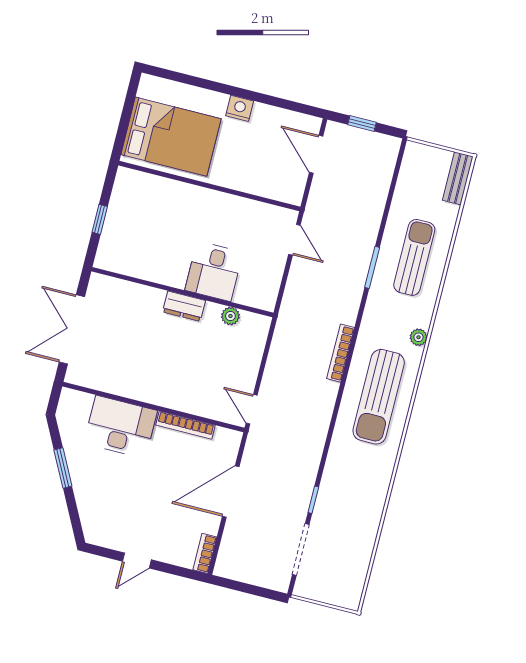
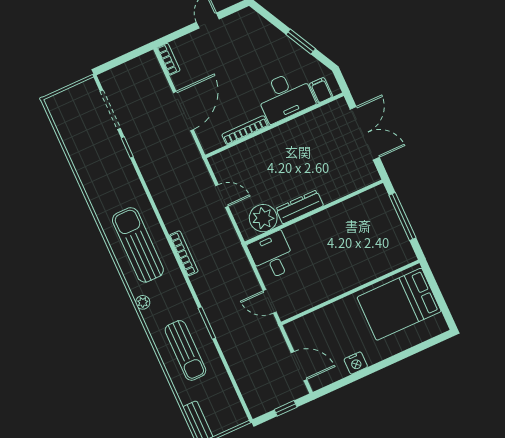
nightstand: (240, 108) -> (356, 363), moved
window: (100, 219) -> (402, 216), width x2.17
desk: (214, 271) -> (272, 256), moved
dresser: (184, 306) -> (300, 207), width x1.44
plant: (230, 316) -> (263, 218), width x1.87, depth x1.87
filing cabinet: (81, 405) -> (321, 90), added
door: (252, 409) -> (222, 196), moved

